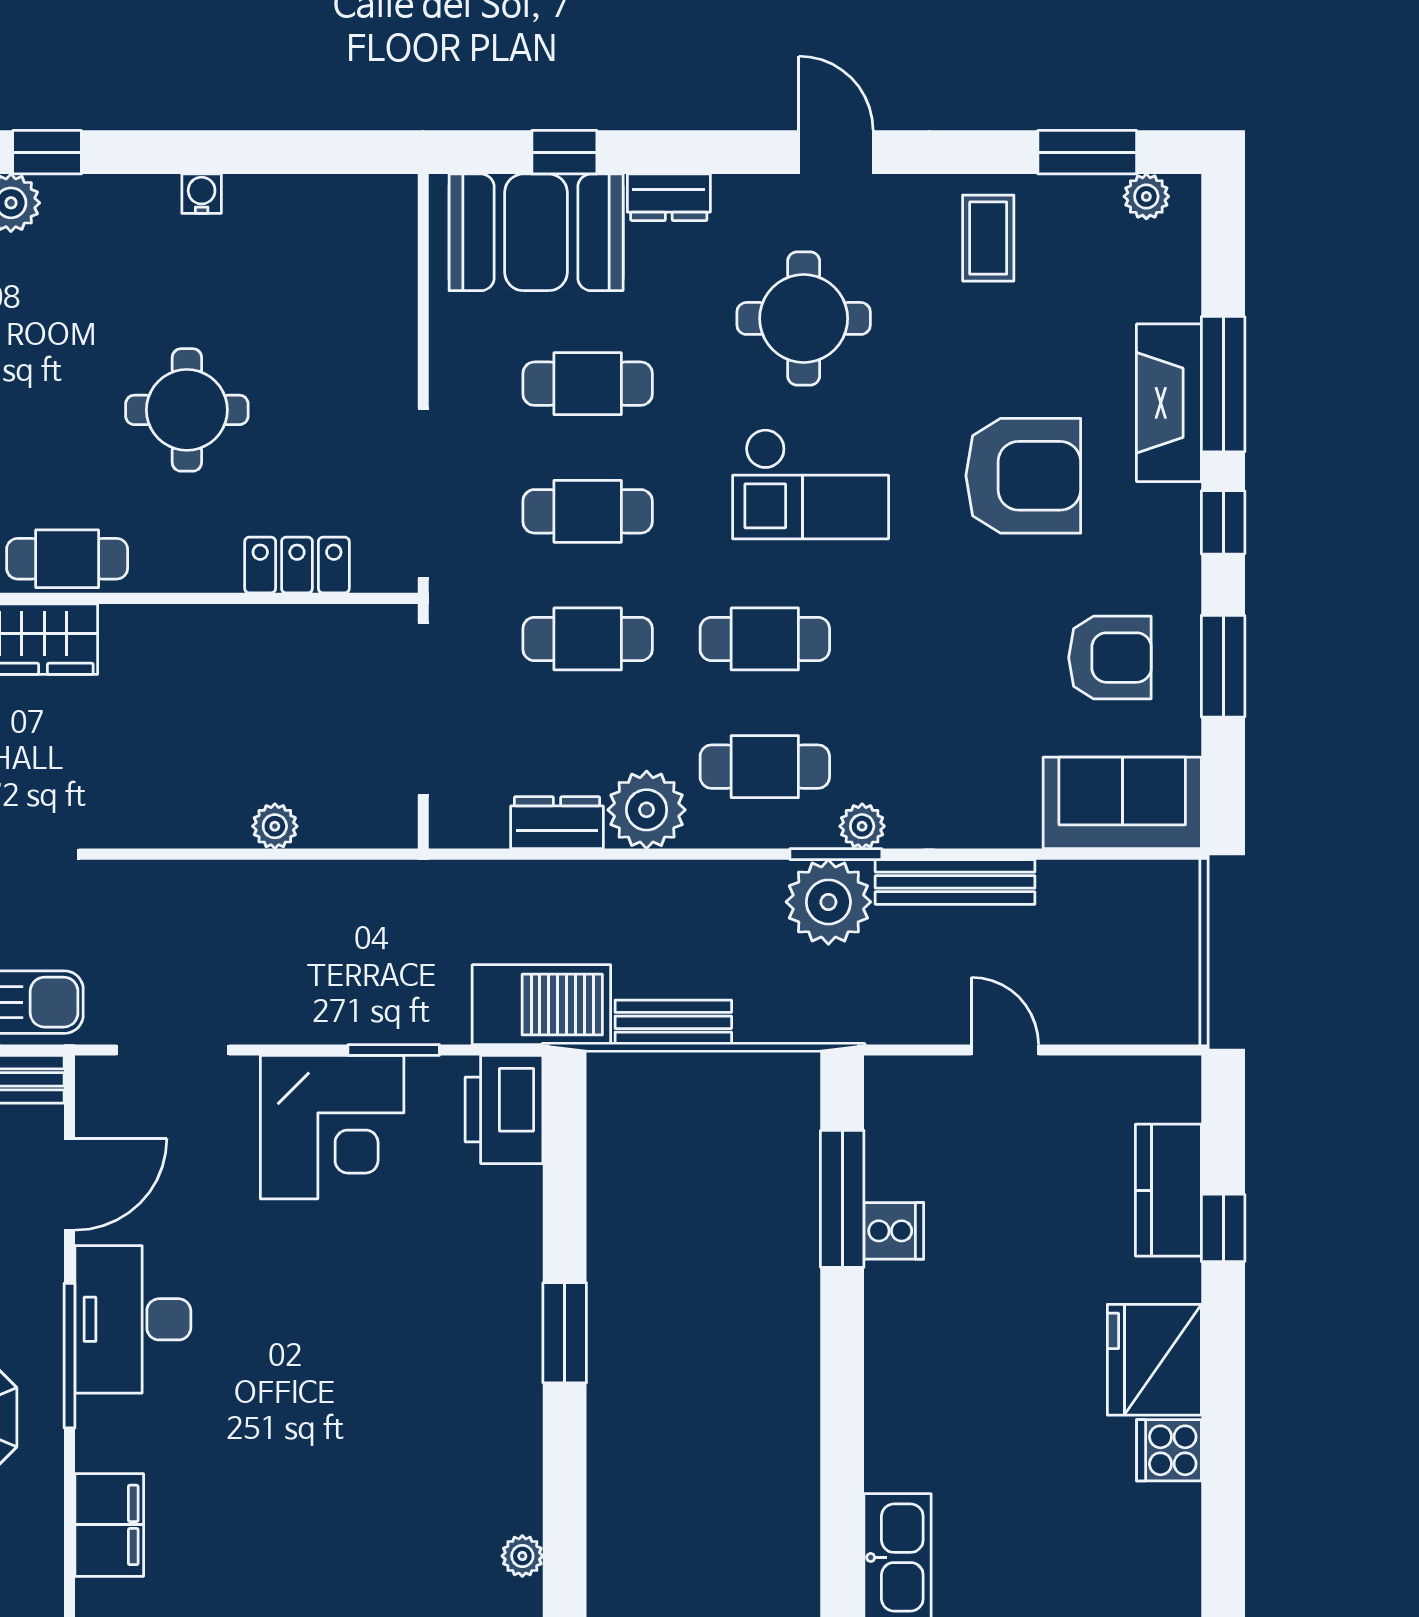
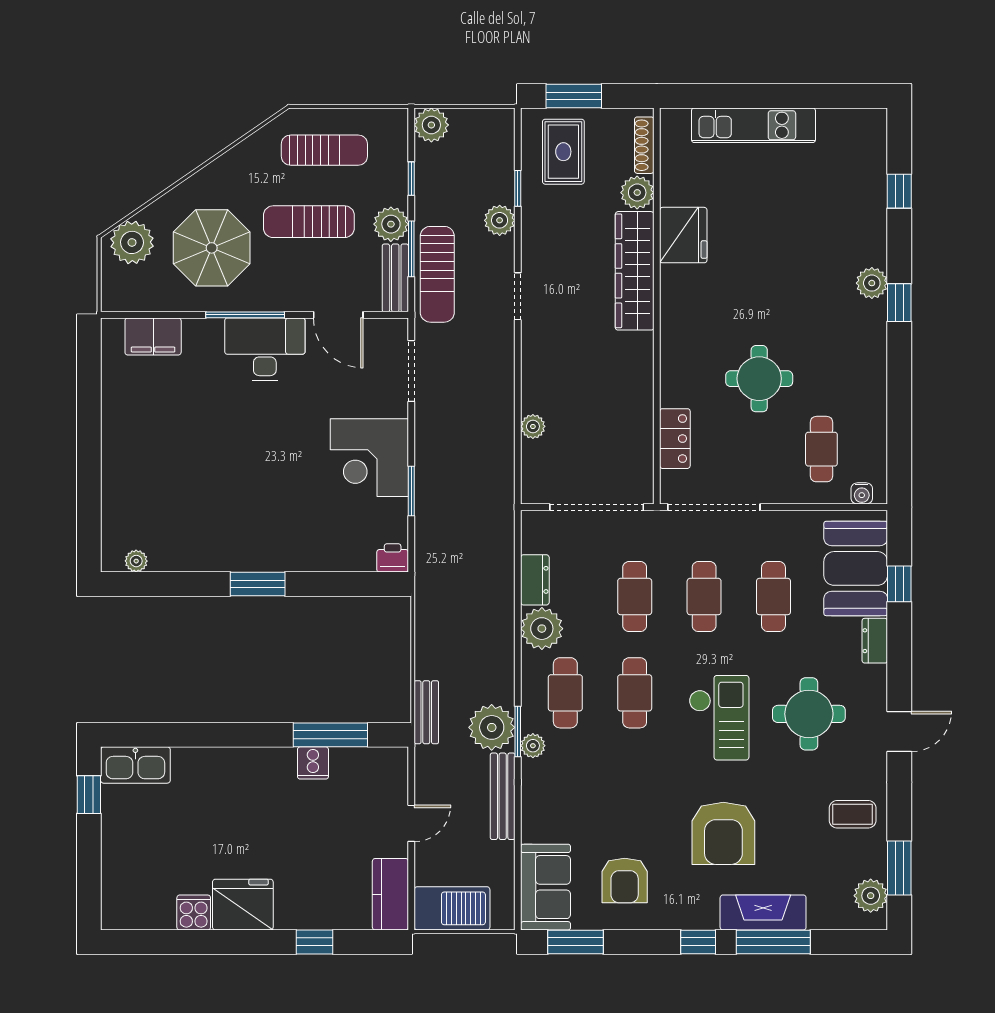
water cooler: (202, 194) -> (862, 493), moved, turned 90
plant: (1146, 196) -> (871, 896), width x1.38, depth x1.38
checkout: (811, 484) -> (719, 718), turned 180
cafe table: (67, 559) -> (821, 449), moved
window: (1223, 666) -> (576, 942), moved
barbecue: (541, 1005) -> (452, 908), moved, turned -90
bench: (673, 1022) -> (426, 712), moved
printer: (504, 1109) -> (393, 558), width x0.53, depth x0.68
kitchen counter: (1168, 1190) -> (390, 894), moved, turned -90

